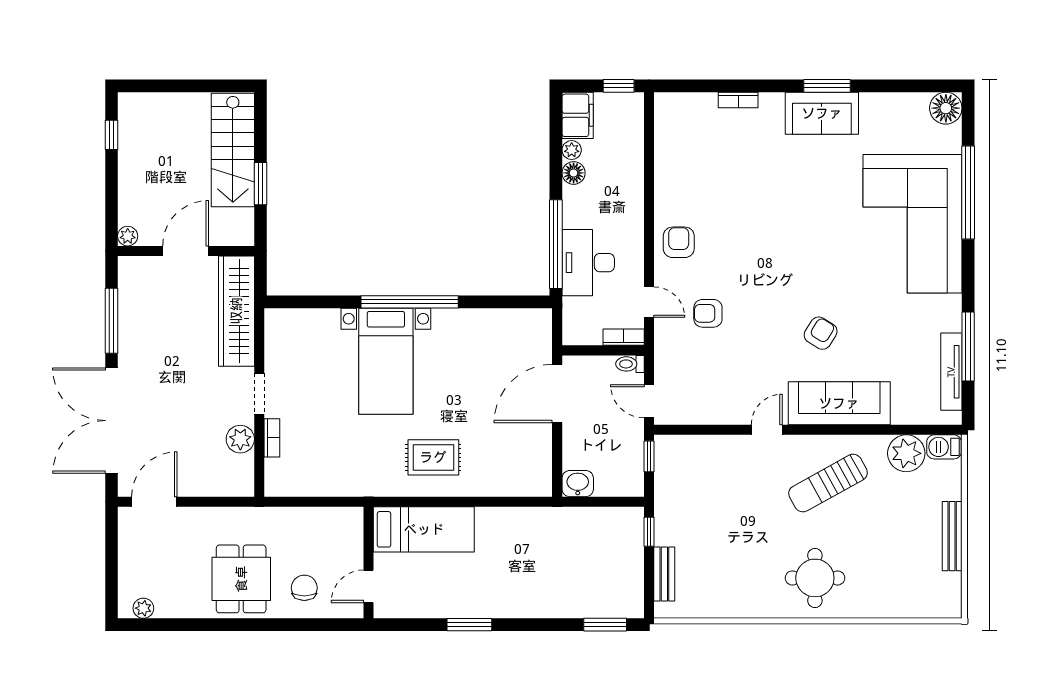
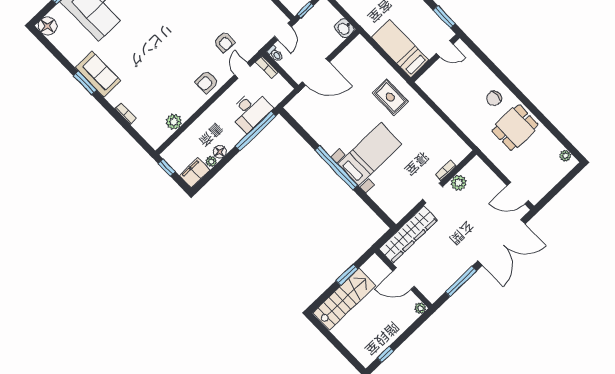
plant: (668, 151) -> (174, 122), added
bed: (424, 529) -> (400, 49), moved
wall: (368, 563) -> (435, 58), moved
door: (368, 586) -> (445, 49), moved

